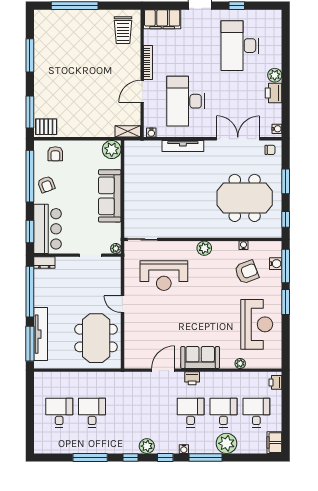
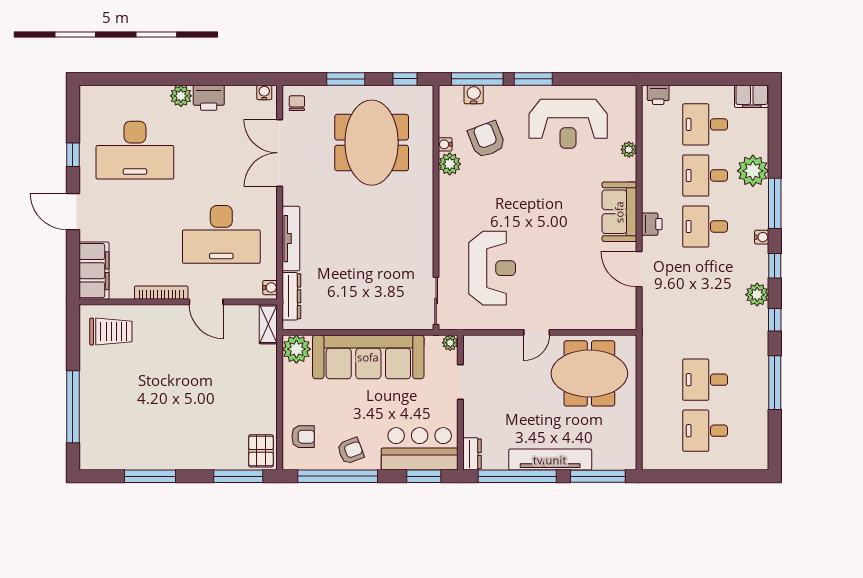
dresser: (146, 146) -> (291, 296), added
sofa: (110, 196) -> (368, 357), width x1.36, depth x1.27
plant: (204, 248) -> (450, 164), moved
reception desk: (257, 324) -> (568, 124), turned 180
tv unit: (41, 334) -> (550, 460), moved

